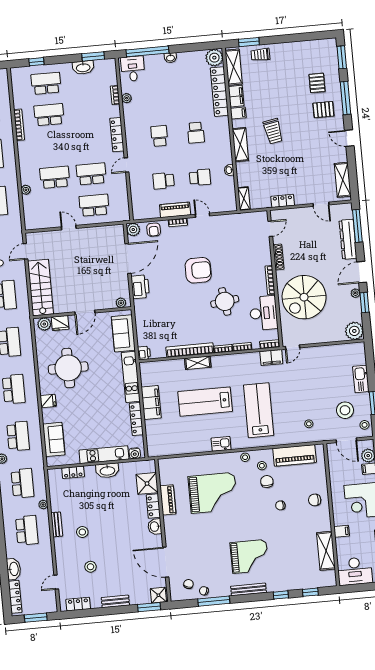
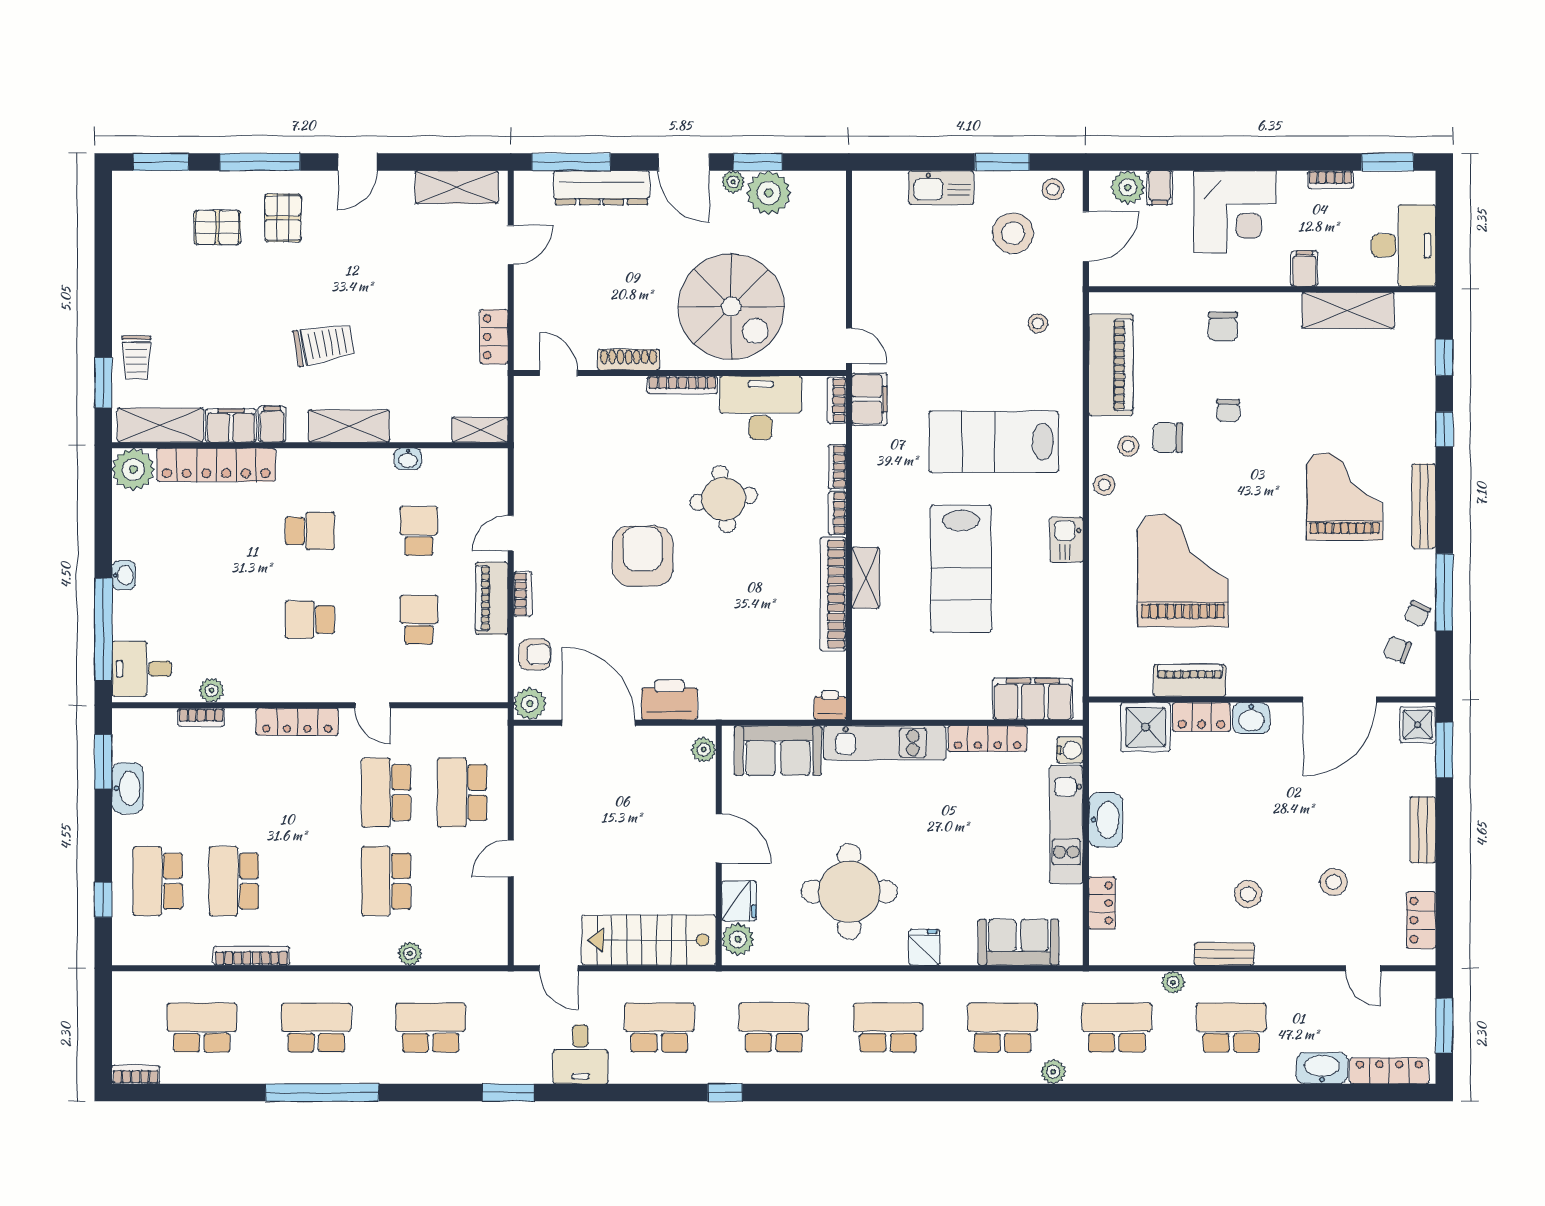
school desk: (164, 181) -> (419, 620), turned 180
plant: (354, 331) -> (769, 193), moved
filing cabinet: (151, 402) -> (1033, 699), moved

